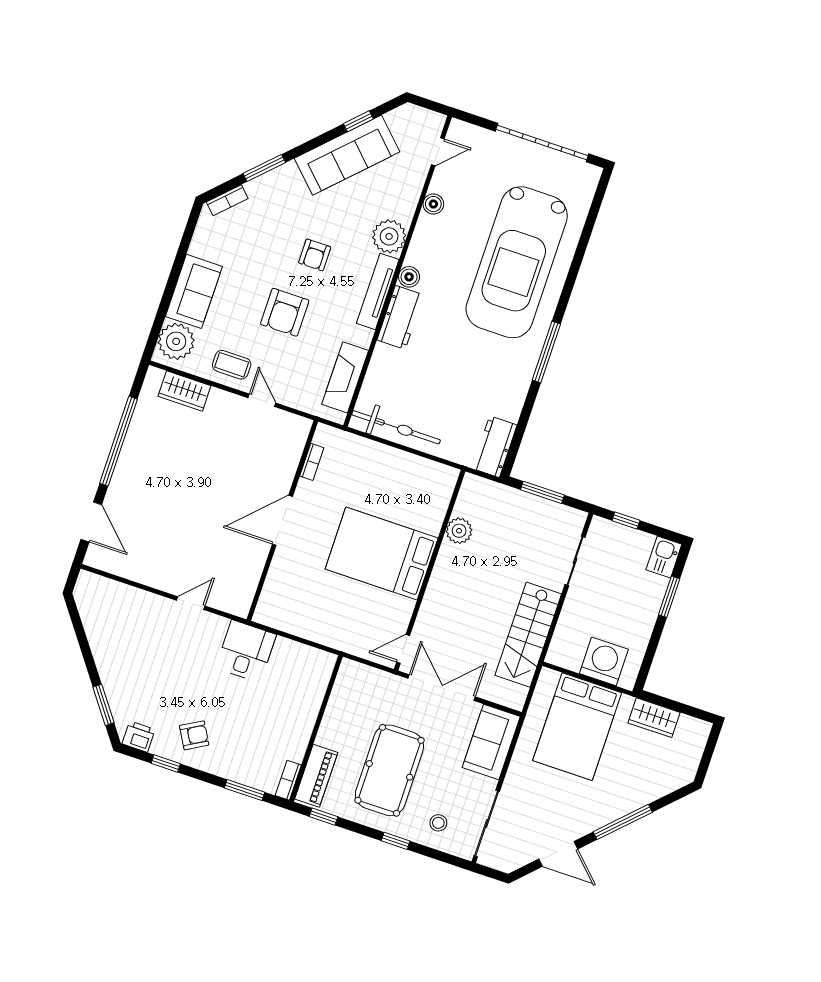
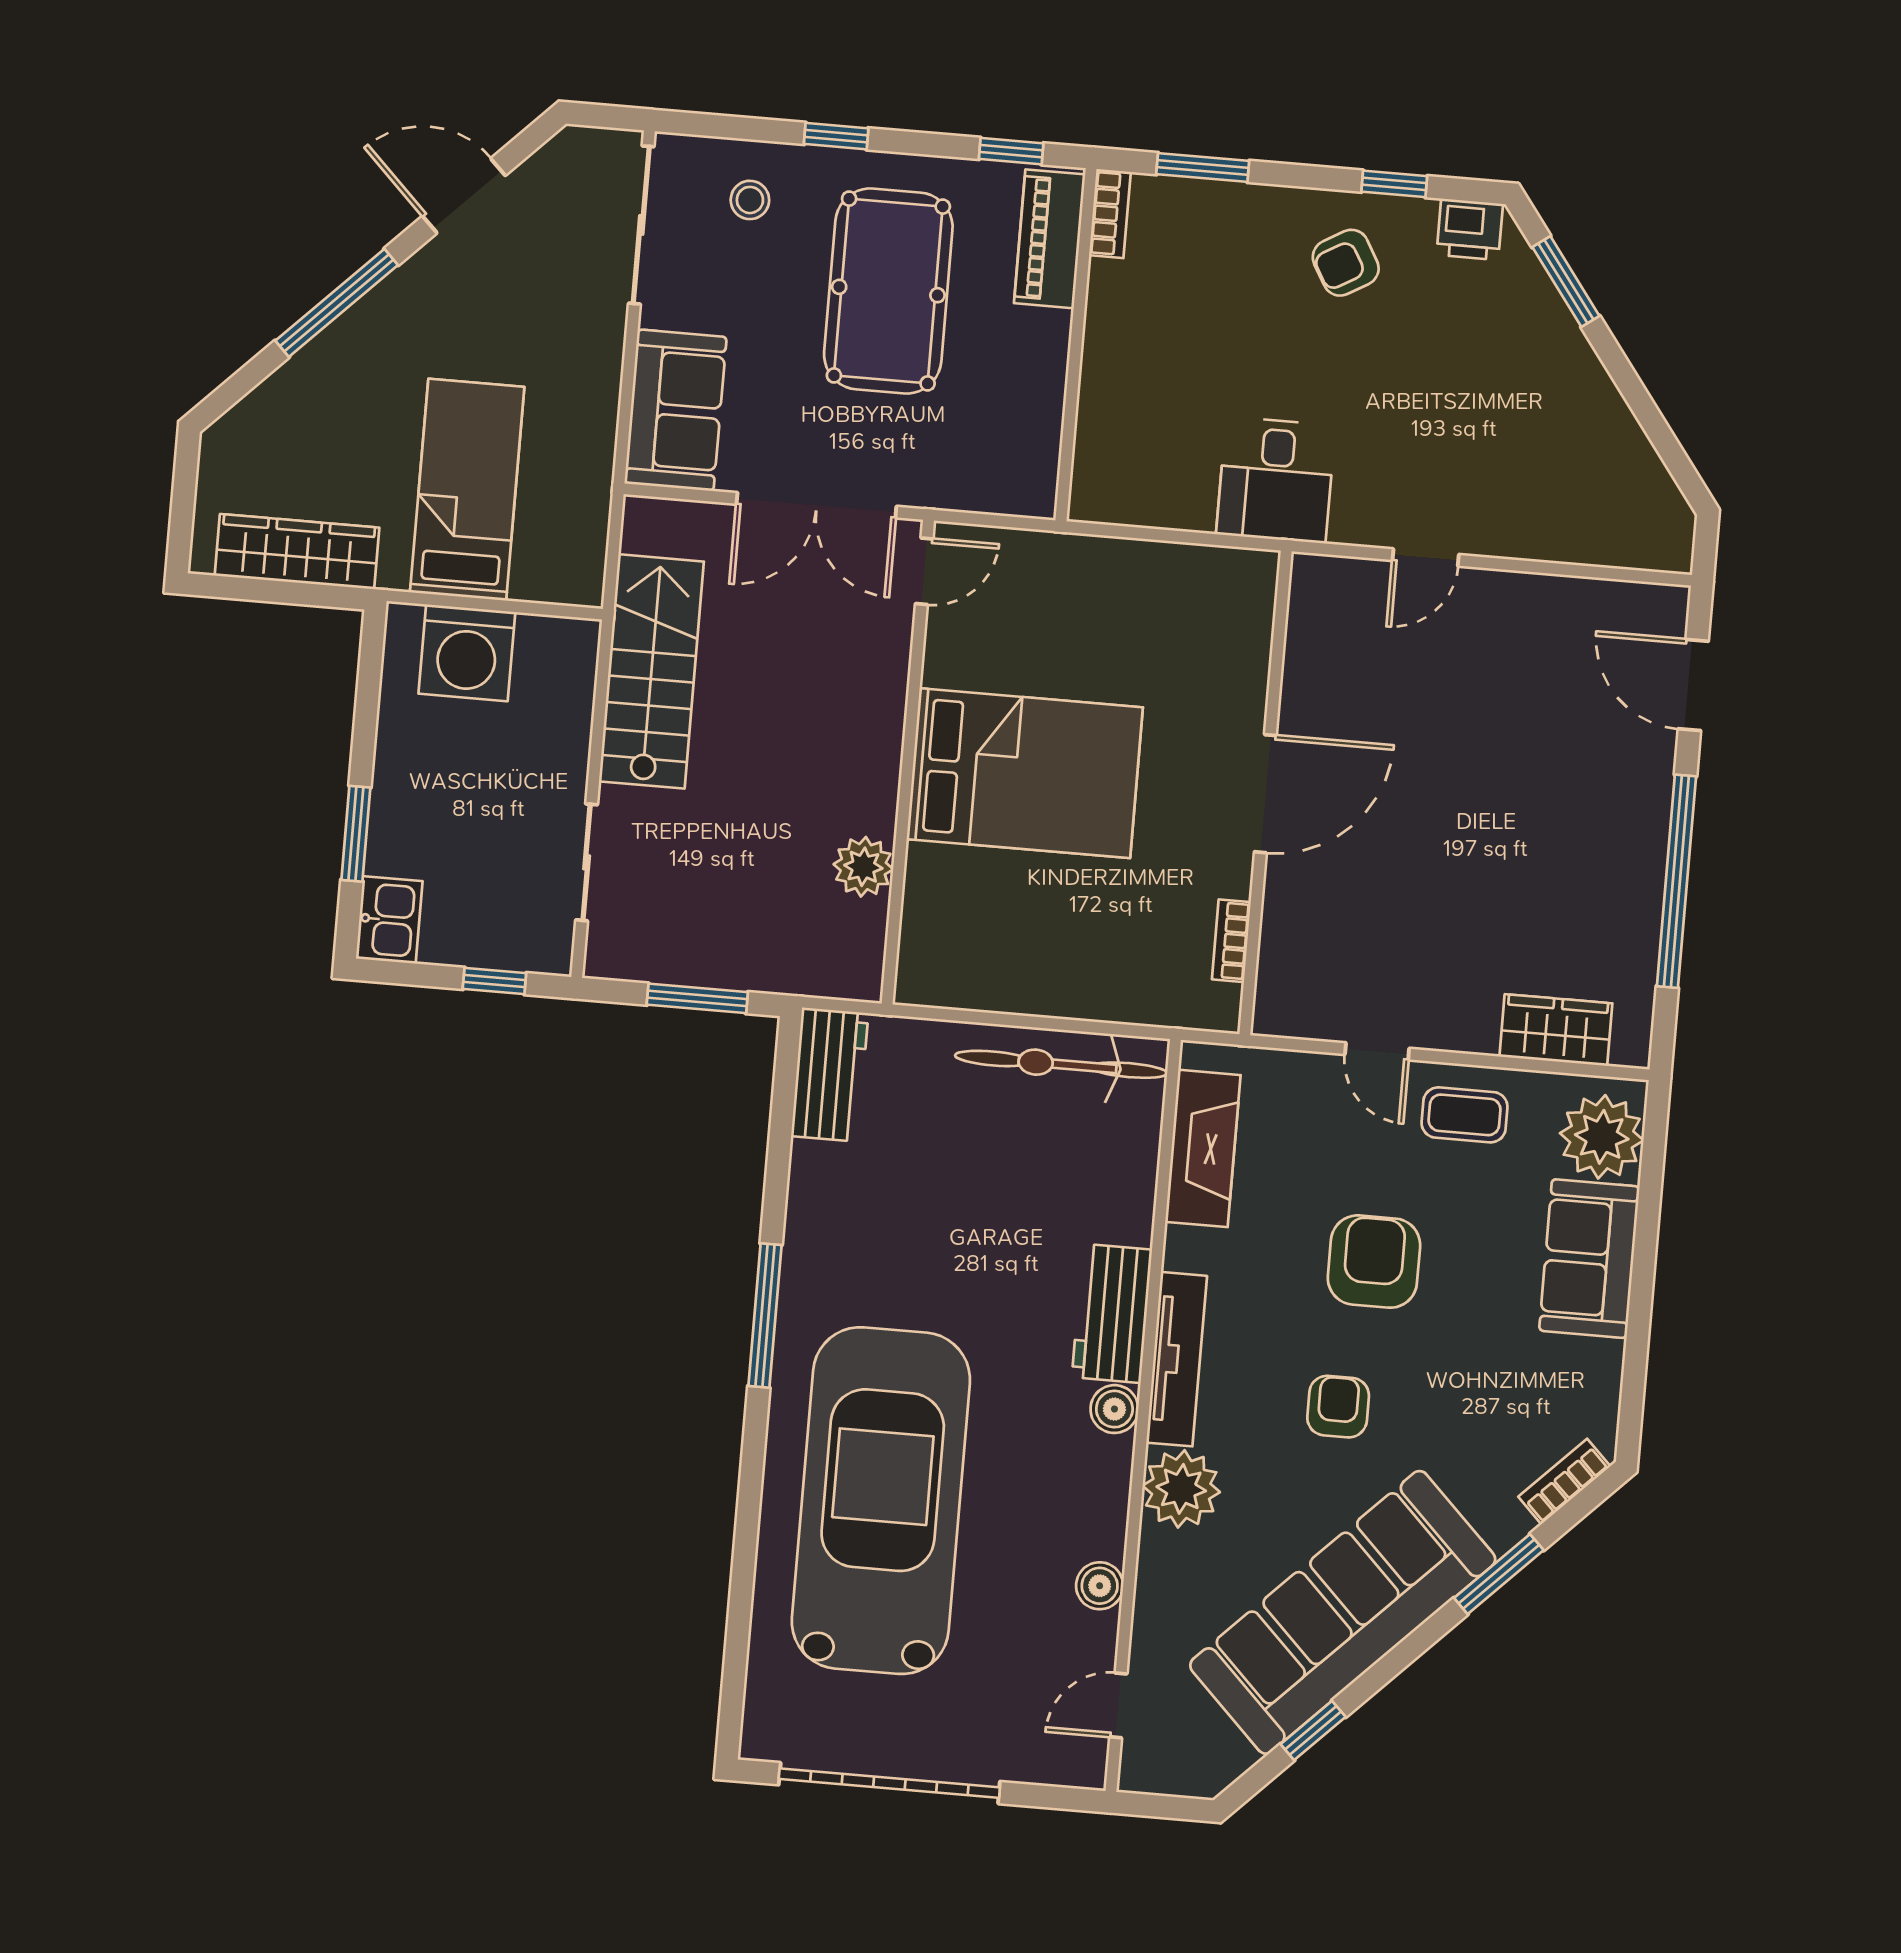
sofa: (347, 155) -> (1343, 1612), width x1.36, depth x1.27
wardrobe: (654, 718) -> (297, 552), width x1.50
bed: (577, 727) -> (467, 490), width x0.67

